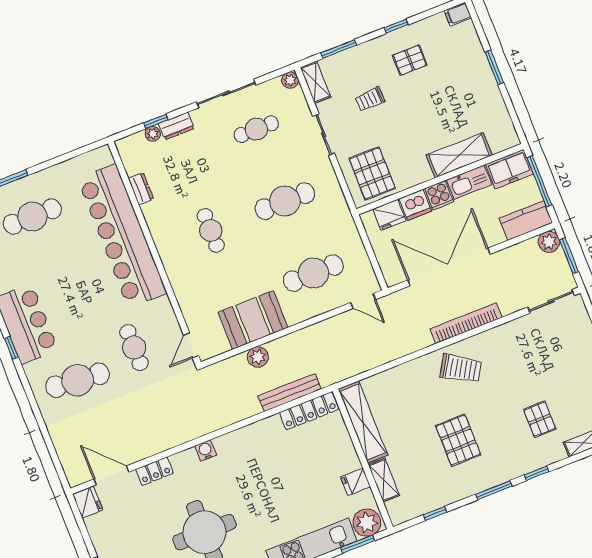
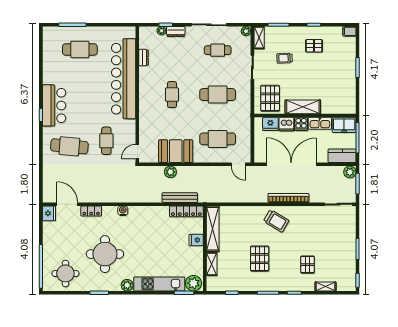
shelving: (459, 155) -> (303, 107), moved
fridge: (356, 482) -> (196, 240), moved

